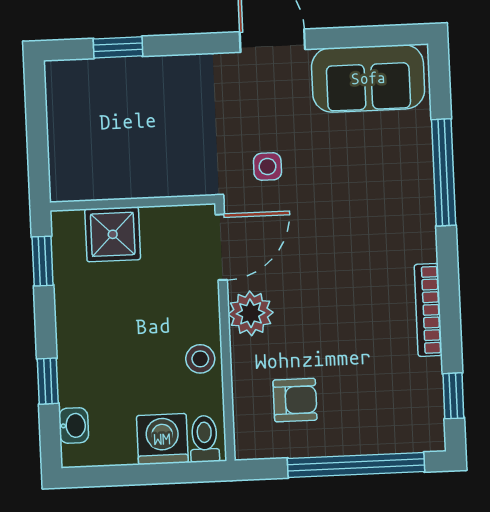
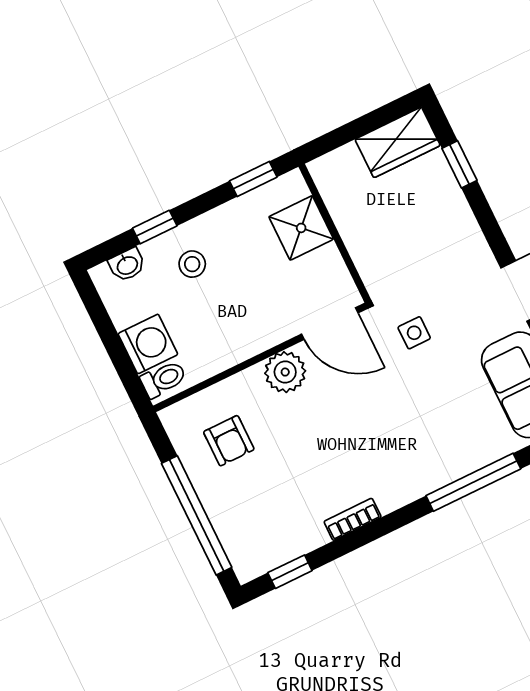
wardrobe: (69, 100) -> (398, 142), added
bookcase: (428, 310) -> (353, 519), width x0.64
stool: (200, 359) -> (192, 264), moved

